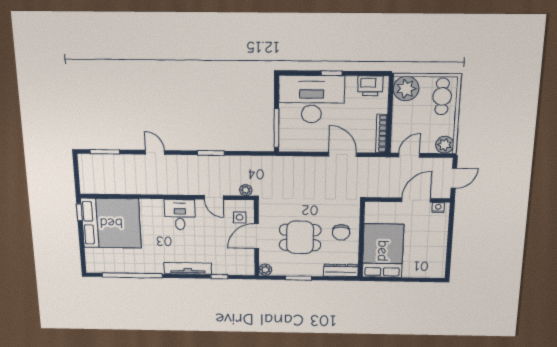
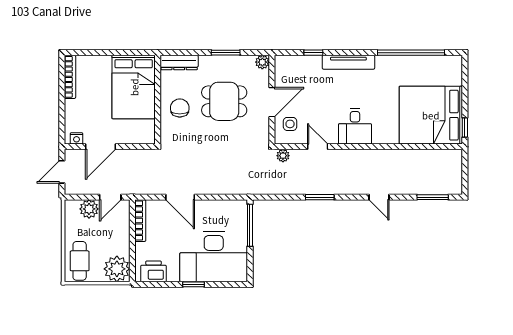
plant: (445, 145) -> (89, 209), moved
bookcase: (441, 260) -> (70, 77), added

